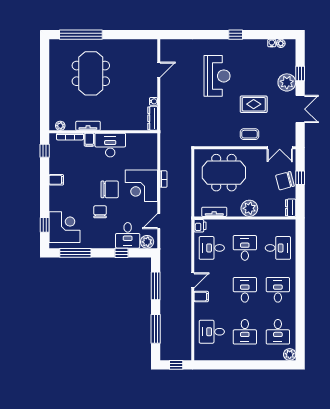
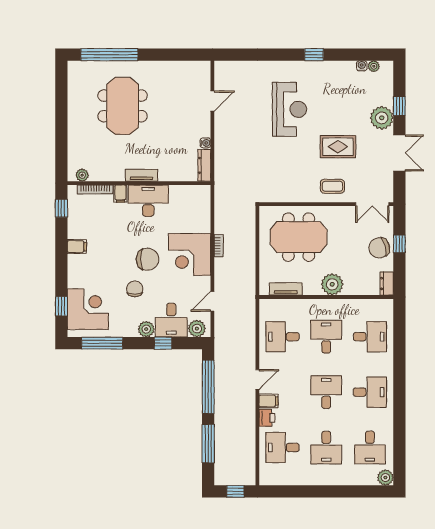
tv unit: (88, 126) -> (141, 175), moved
printer: (200, 226) -> (267, 418), moved
plant: (109, 242) -> (146, 329), added
window: (156, 286) -> (208, 387), width x1.46
desk: (278, 290) -> (370, 392), turned 90

